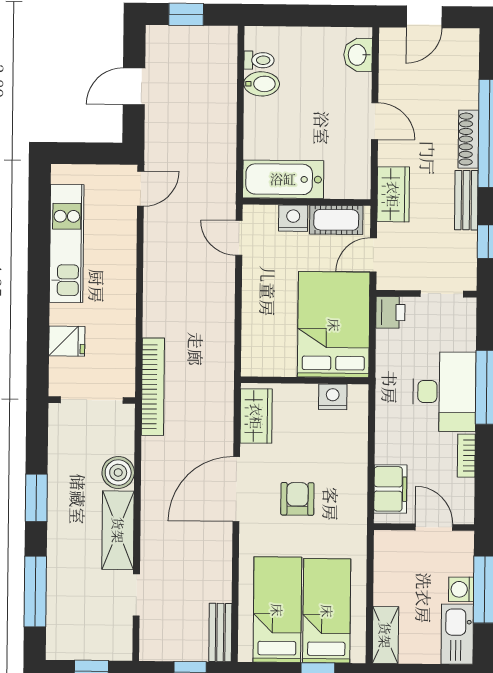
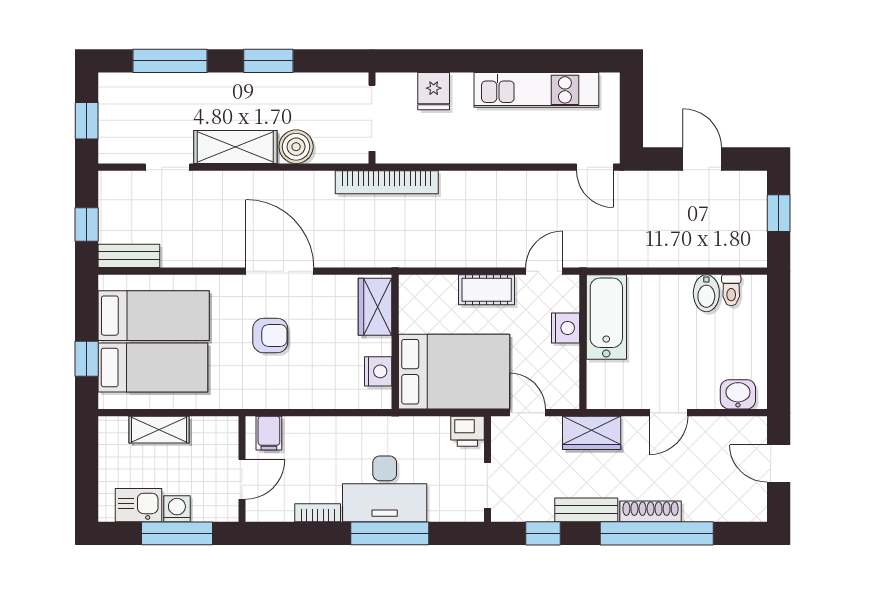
cot: (336, 220) -> (487, 290), moved, turned 90
wardrobe: (256, 416) -> (375, 307), moved, turned 90
filing cabinet: (390, 489) -> (269, 433), width x0.50
kitchen sink: (457, 634) -> (138, 505), width x0.73
shelving: (385, 635) -> (159, 430), moved

